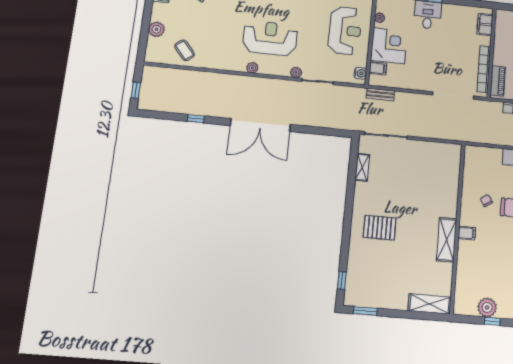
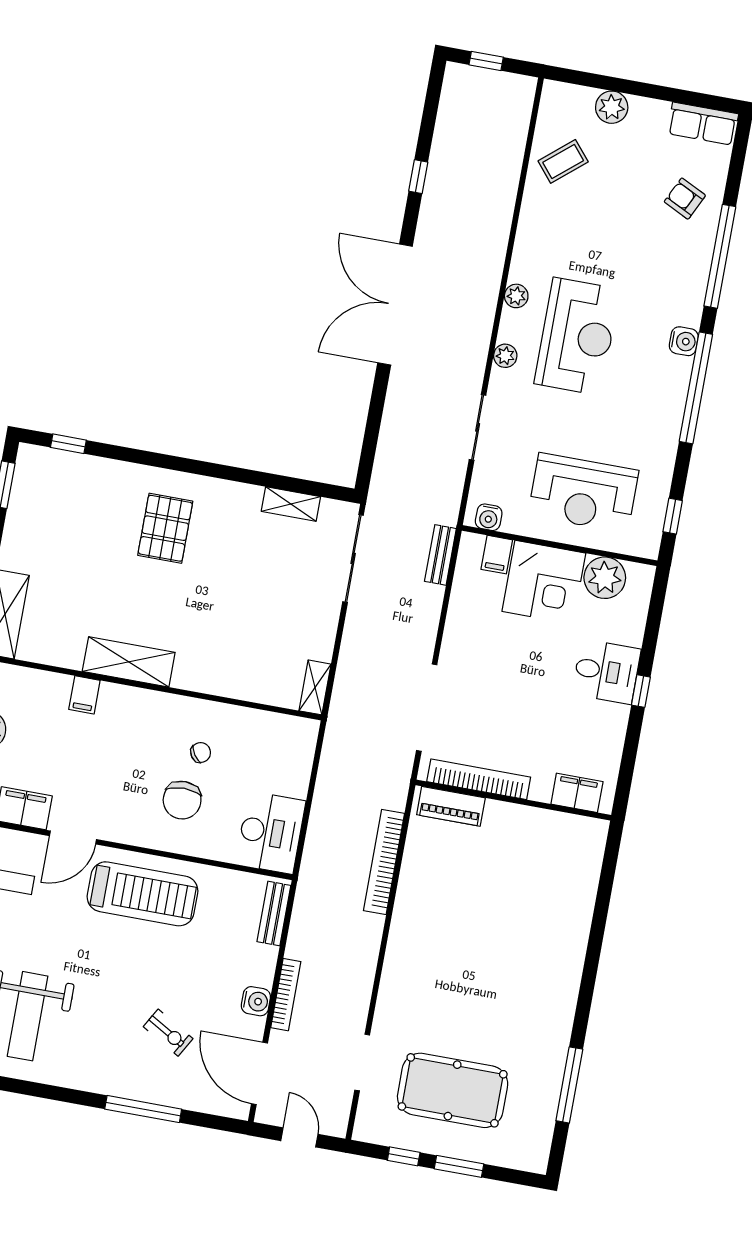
plant: (380, 18) -> (605, 578), width x1.88, depth x1.88
plant: (296, 72) -> (505, 356), moved
shelving: (449, 149) -> (315, 687), added
filing cabinet: (467, 233) -> (84, 695), moved

